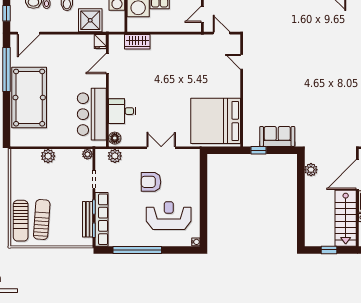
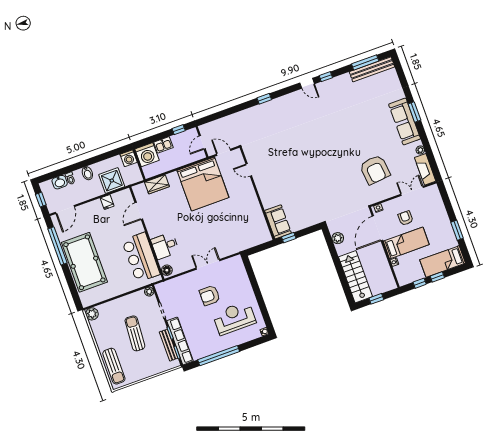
fridge: (100, 42) -> (107, 202), moved
bed: (216, 121) -> (203, 184), moved, turned -90
sofa: (277, 136) -> (278, 222), moved, turned 90
plant: (48, 156) -> (92, 314), moved
plant: (115, 156) -> (172, 285), removed
stairs: (346, 218) -> (355, 277), moved, turned 180
sun lounger: (42, 220) -> (135, 333), moved

